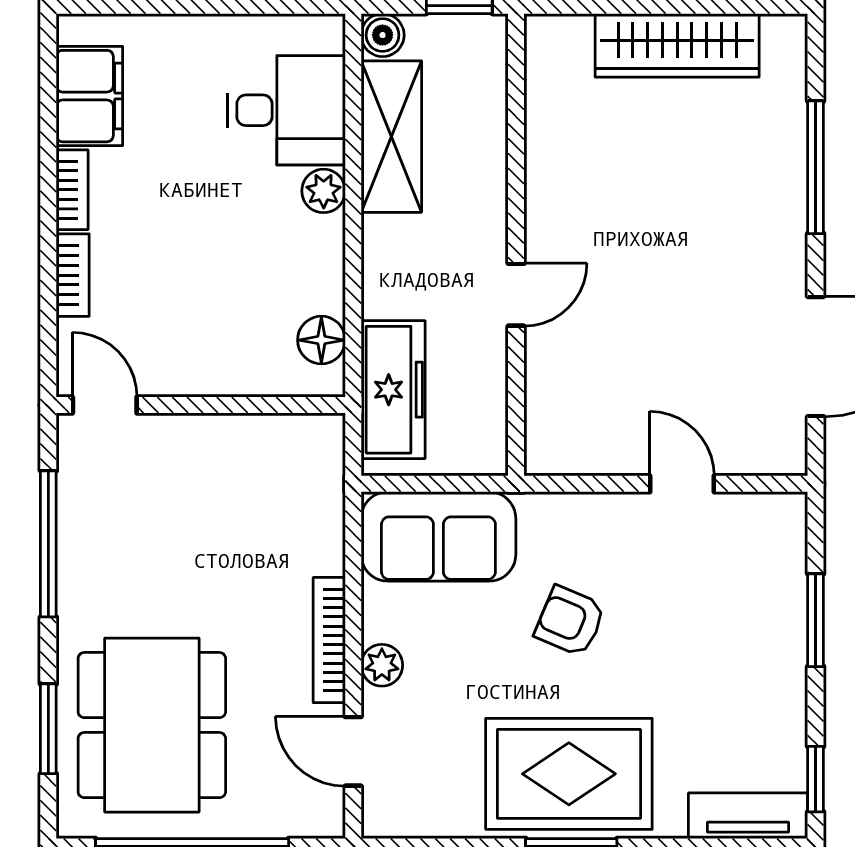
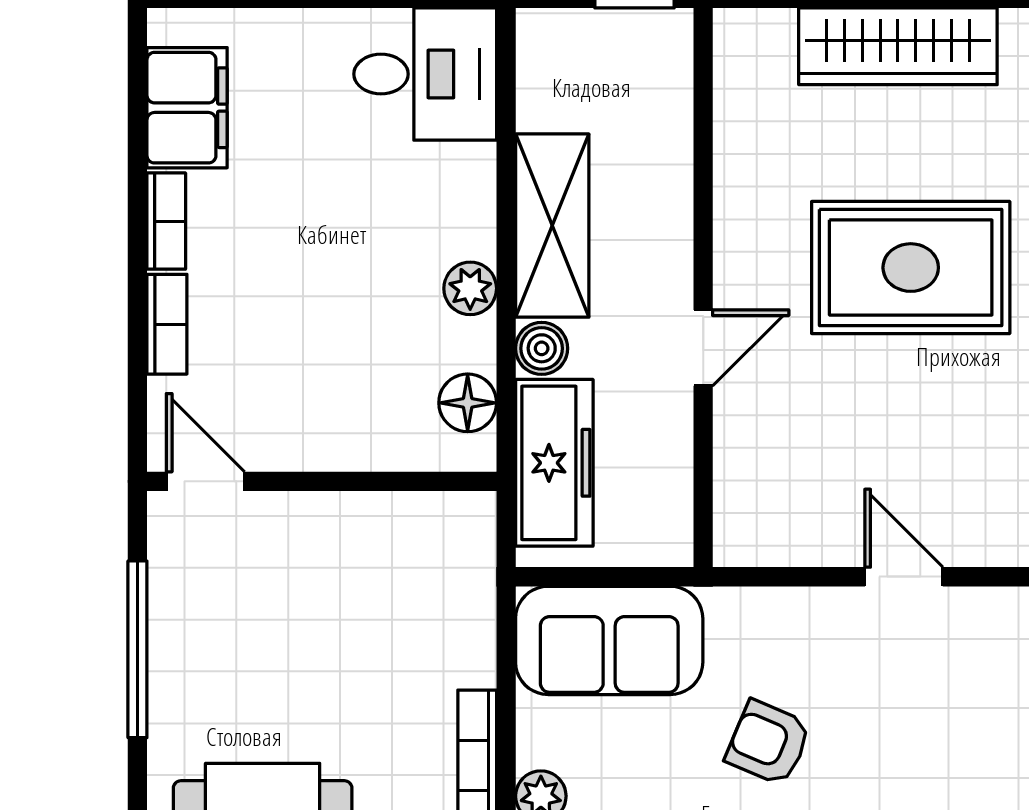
boiler: (383, 35) -> (542, 348), moved
desk: (286, 110) -> (425, 74), moved
shelving: (391, 137) -> (552, 226), moved
plant: (324, 191) -> (470, 288), moved
rug: (688, 228) -> (911, 268), added

